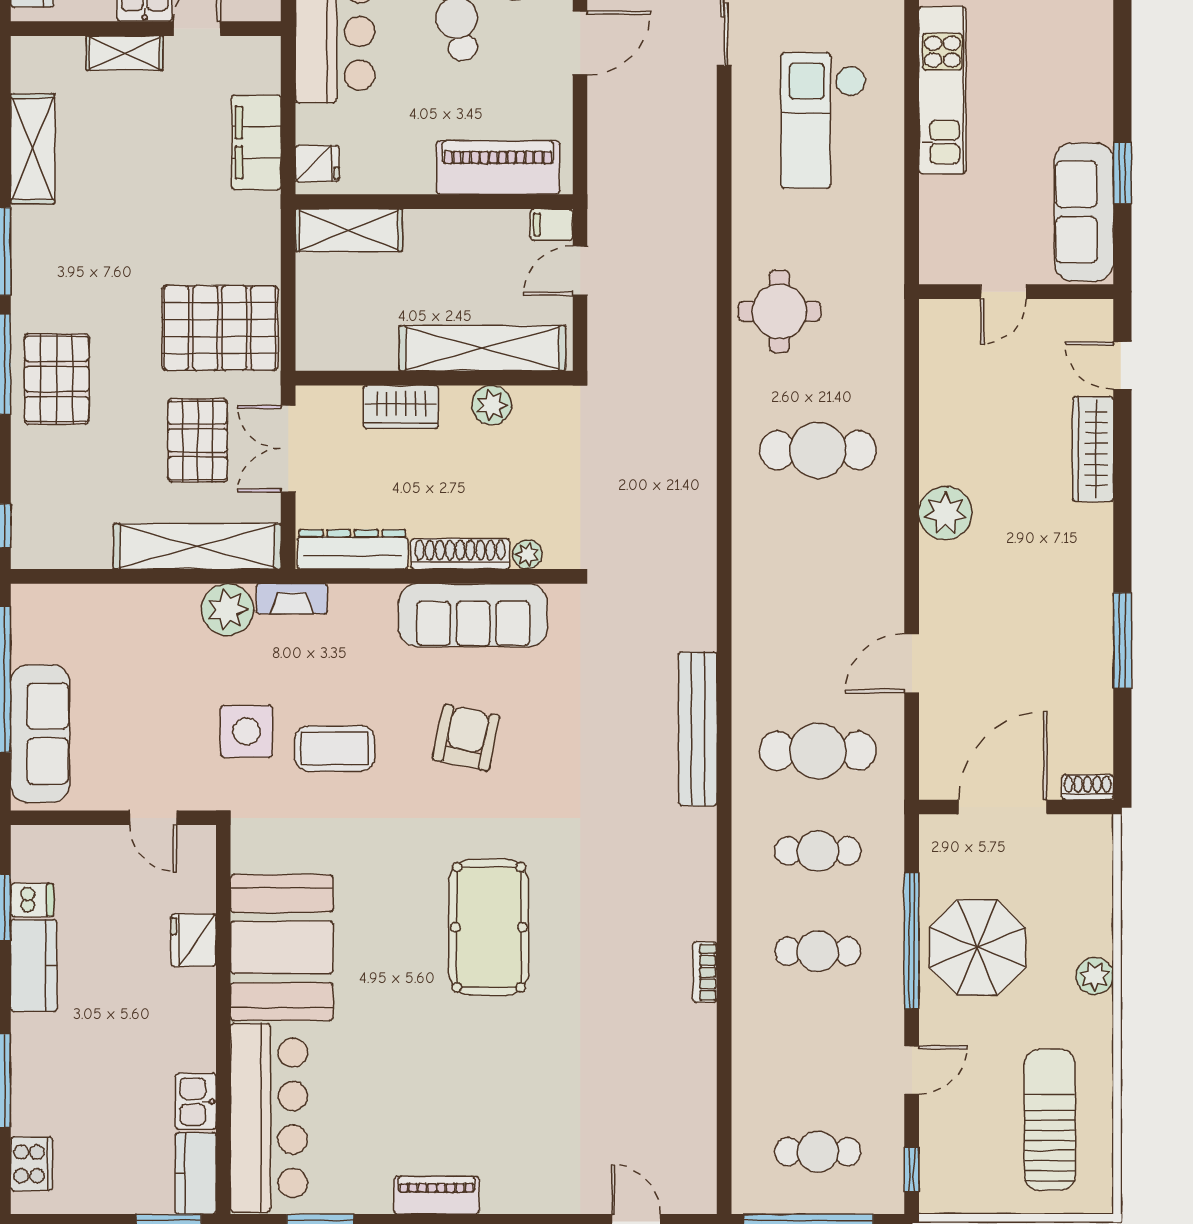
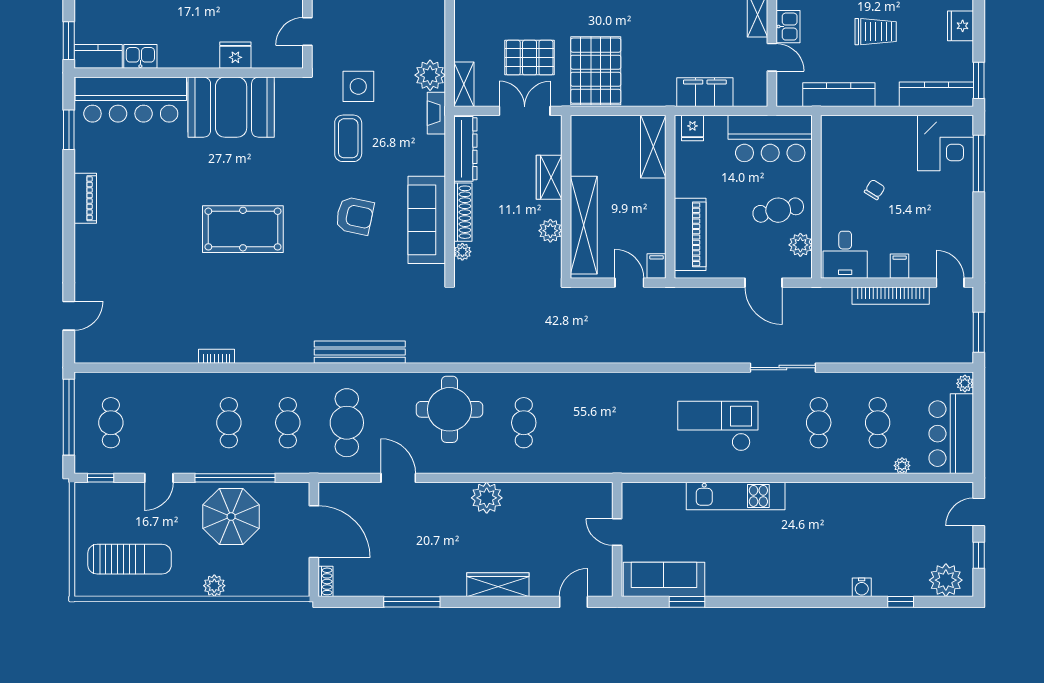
round table: (780, 311) -> (449, 409), moved, width x1.36, depth x1.36
wardrobe: (1093, 449) -> (498, 585), moved
cafe table: (818, 450) -> (524, 423), width x0.73, depth x0.74
shelving: (197, 546) -> (464, 84), width x0.45, depth x0.75
door: (912, 1070) -> (159, 478), hinge flipped

